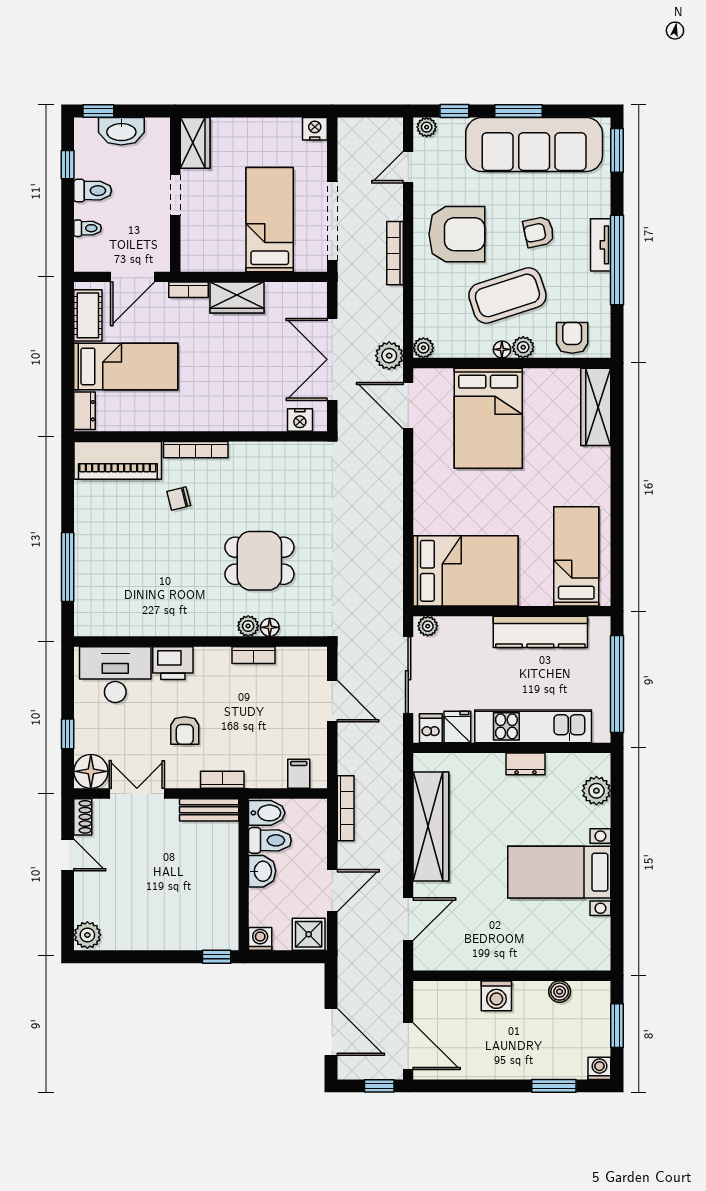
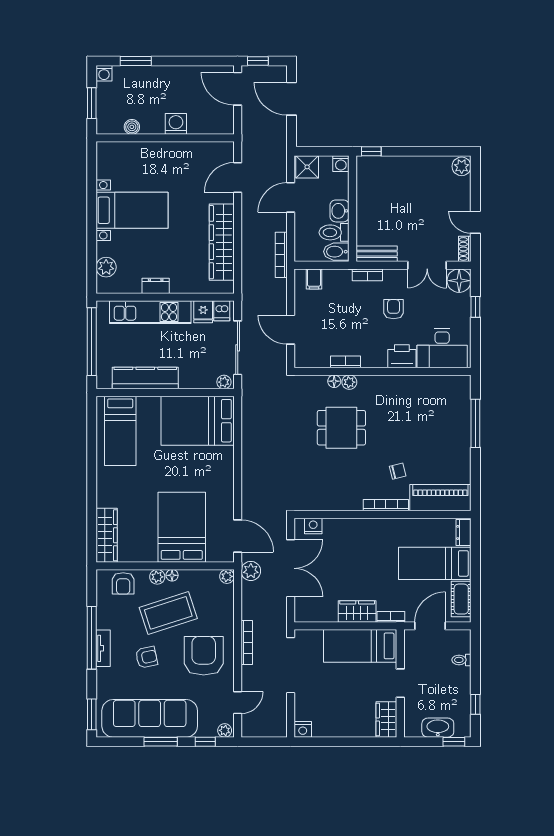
toilet: (93, 191) -> (458, 686), removed
bed: (270, 220) -> (360, 646), moved, turned 90
armchair: (457, 234) -> (204, 656), turned 90

